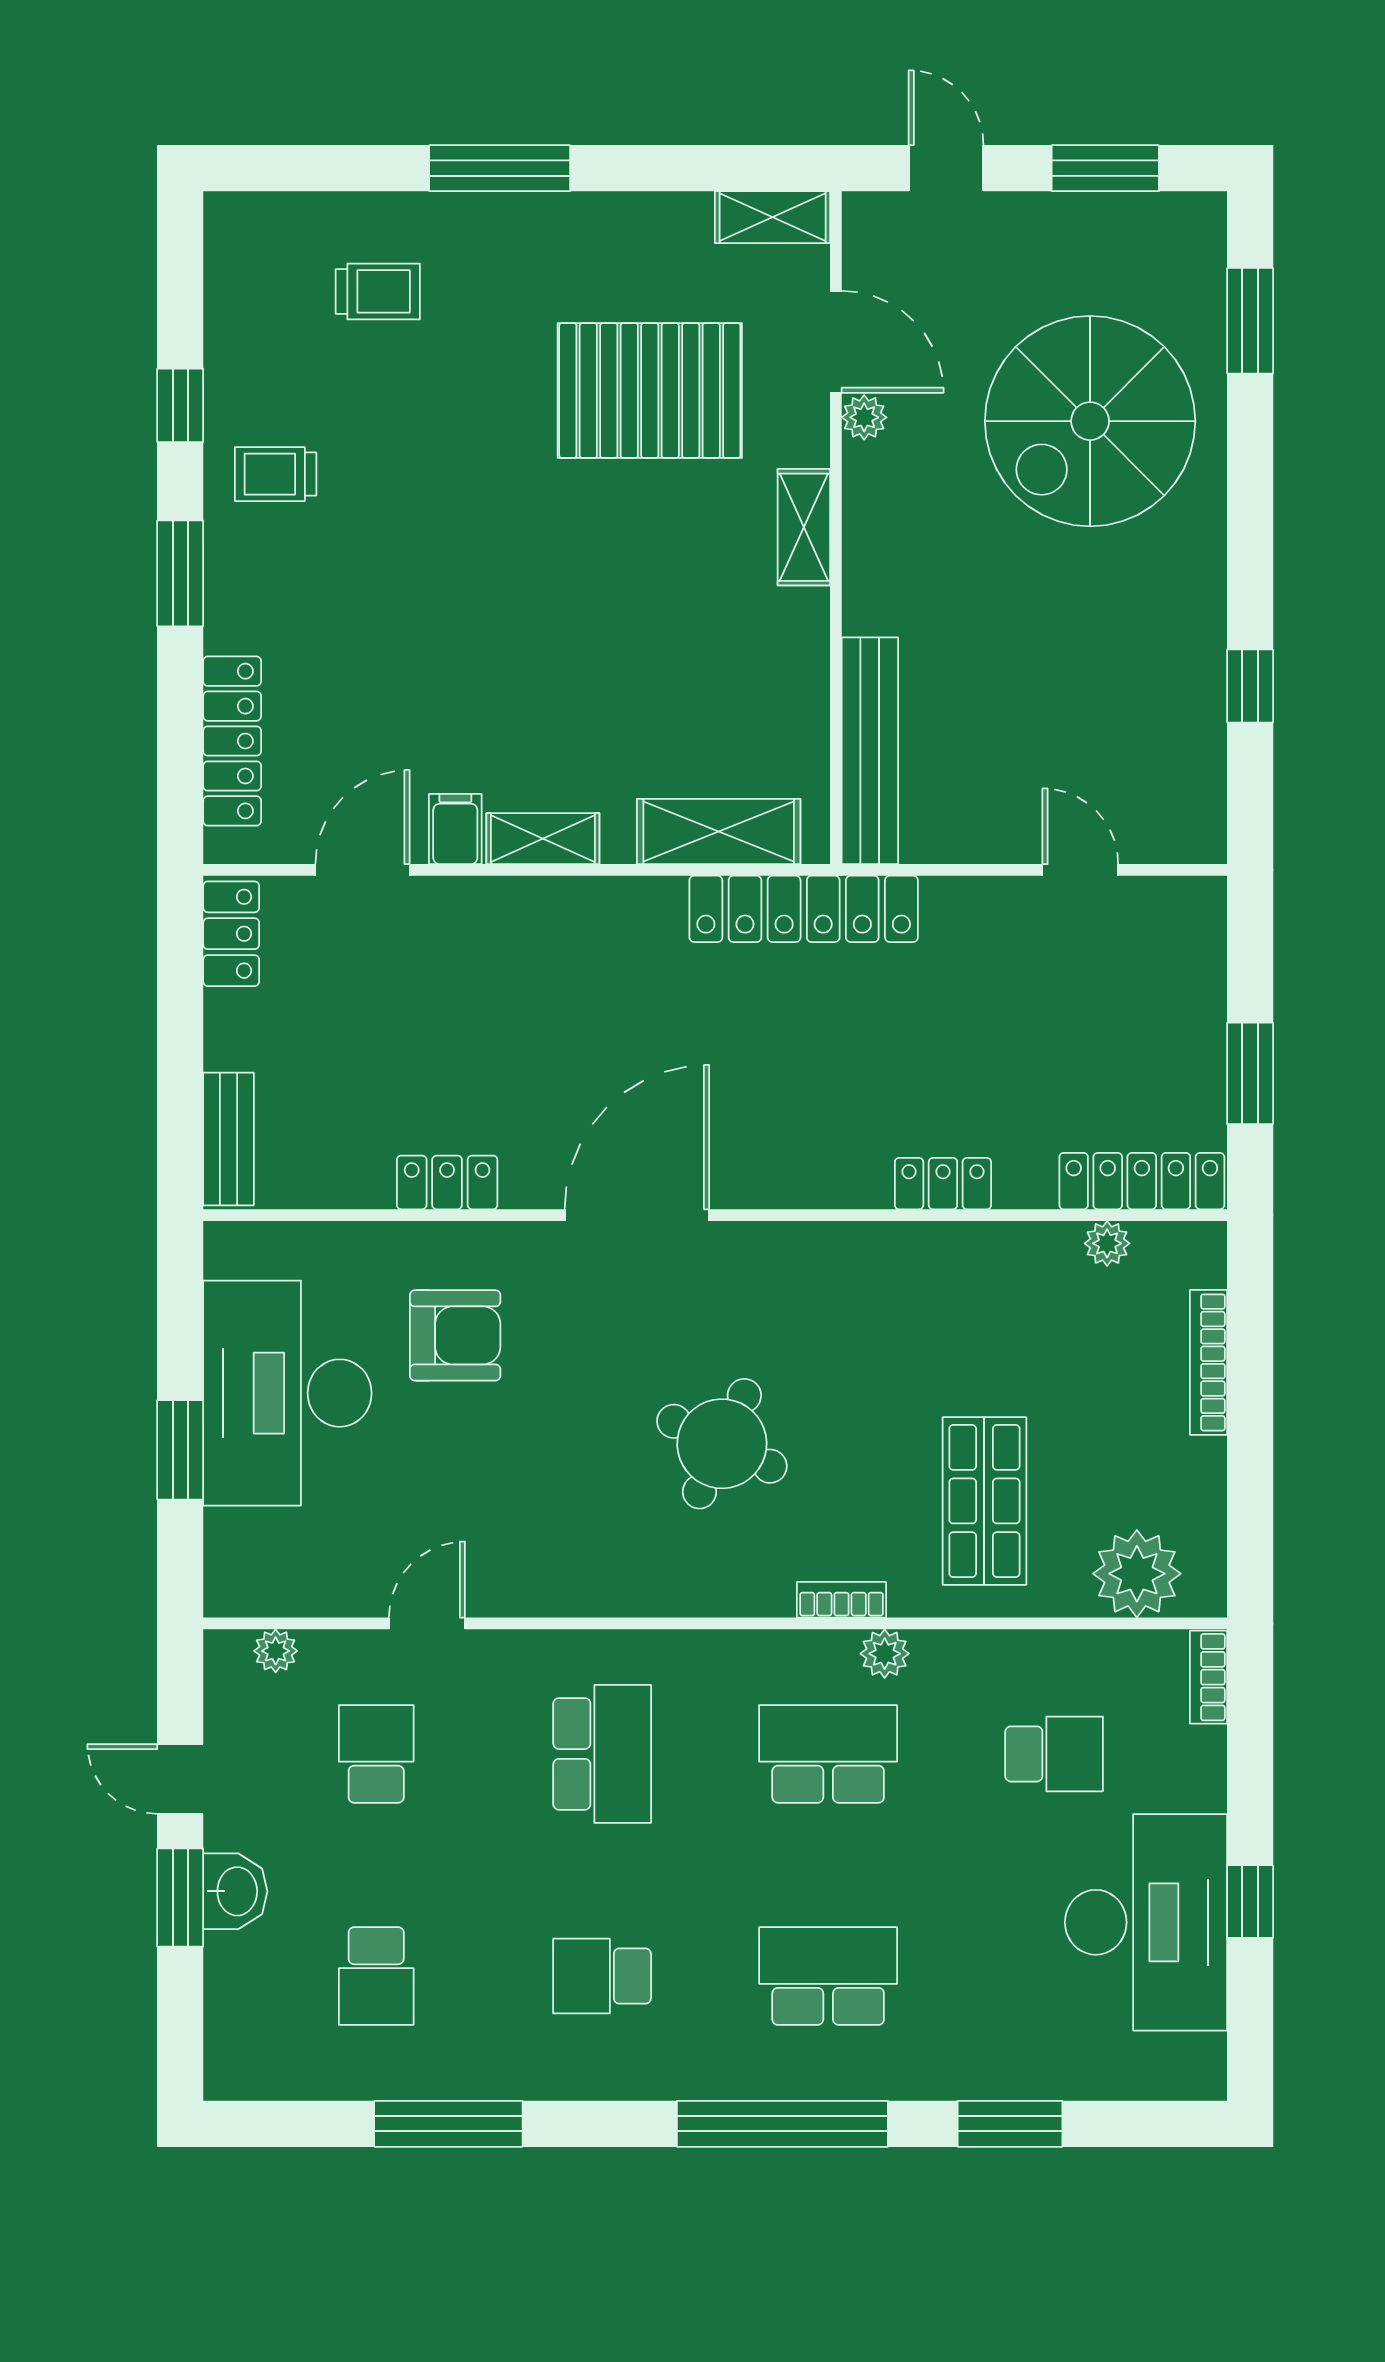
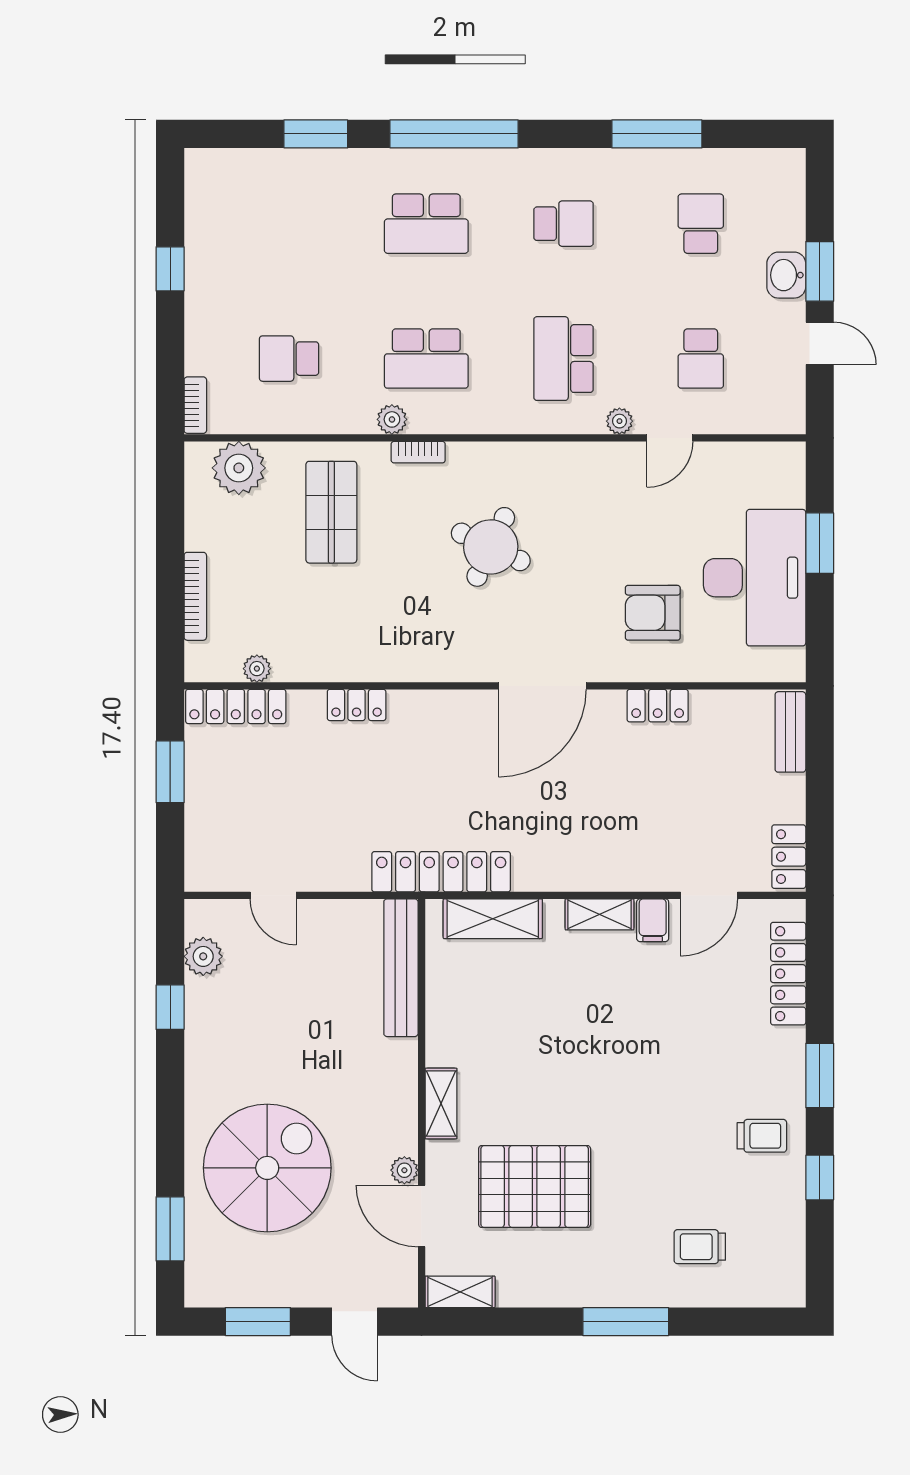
plant: (1195, 769) -> (203, 956), added
plant: (276, 1651) -> (619, 421), moved
desk: (1146, 1922) -> (233, 256), removed

